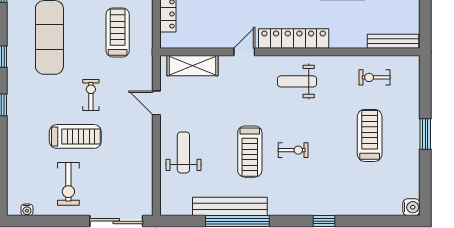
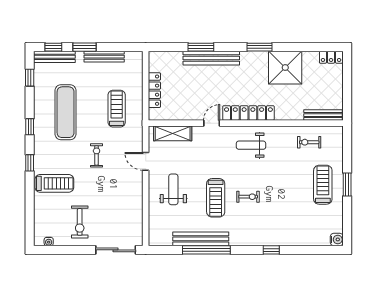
treadmill: (370, 135) -> (323, 185), moved
treadmill: (75, 136) -> (54, 183), moved
weight bench: (183, 152) -> (173, 189), moved

